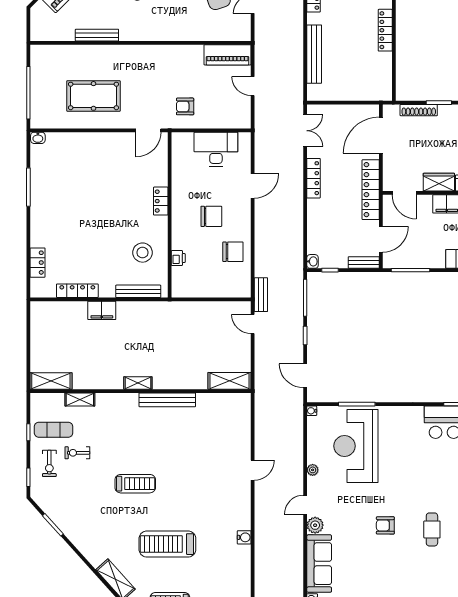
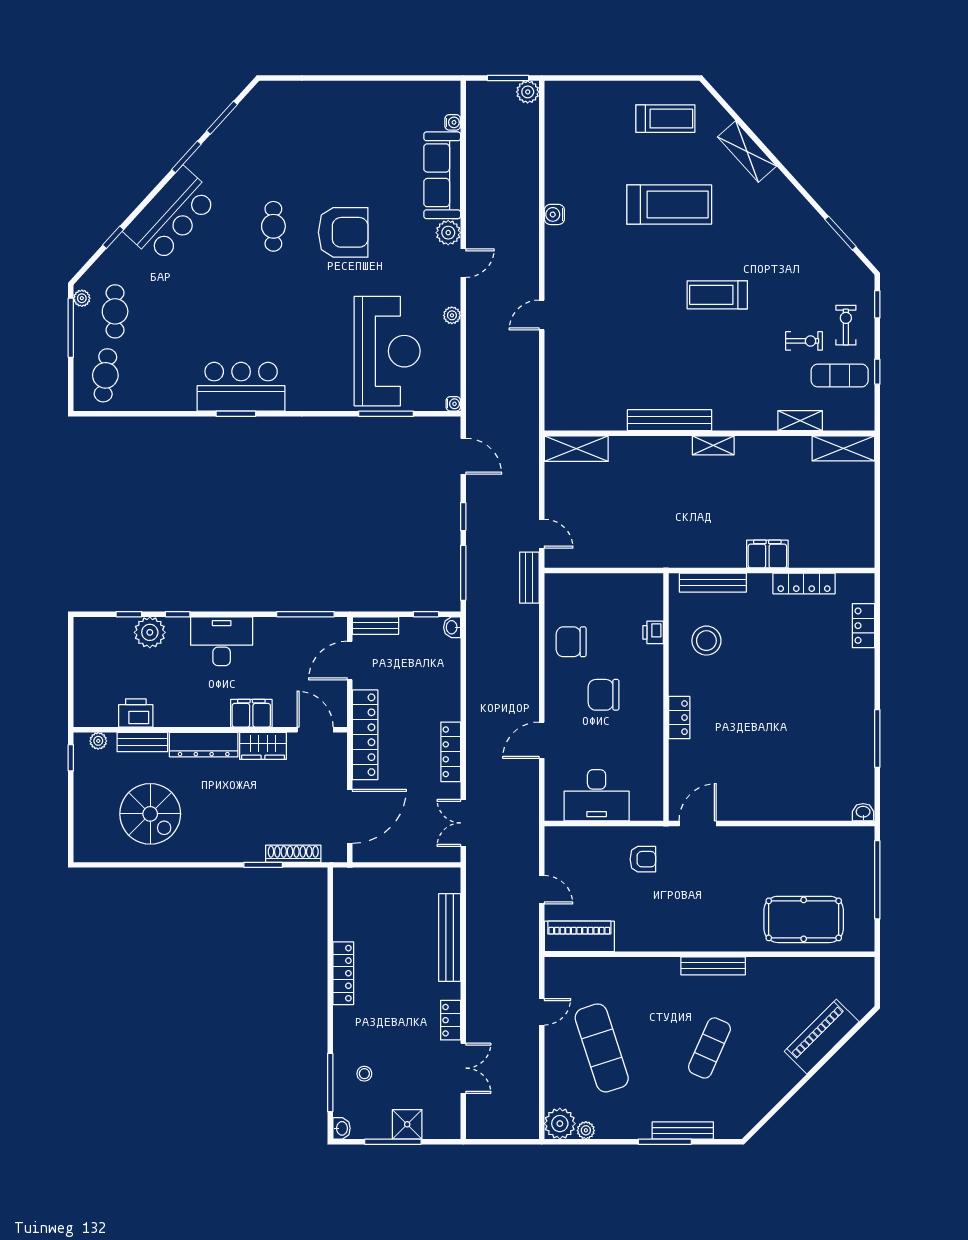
bench: (97, 35) -> (713, 966), moved
pool table: (93, 96) -> (804, 919), moved
armchair: (385, 525) -> (343, 232), width x1.88, depth x1.88

